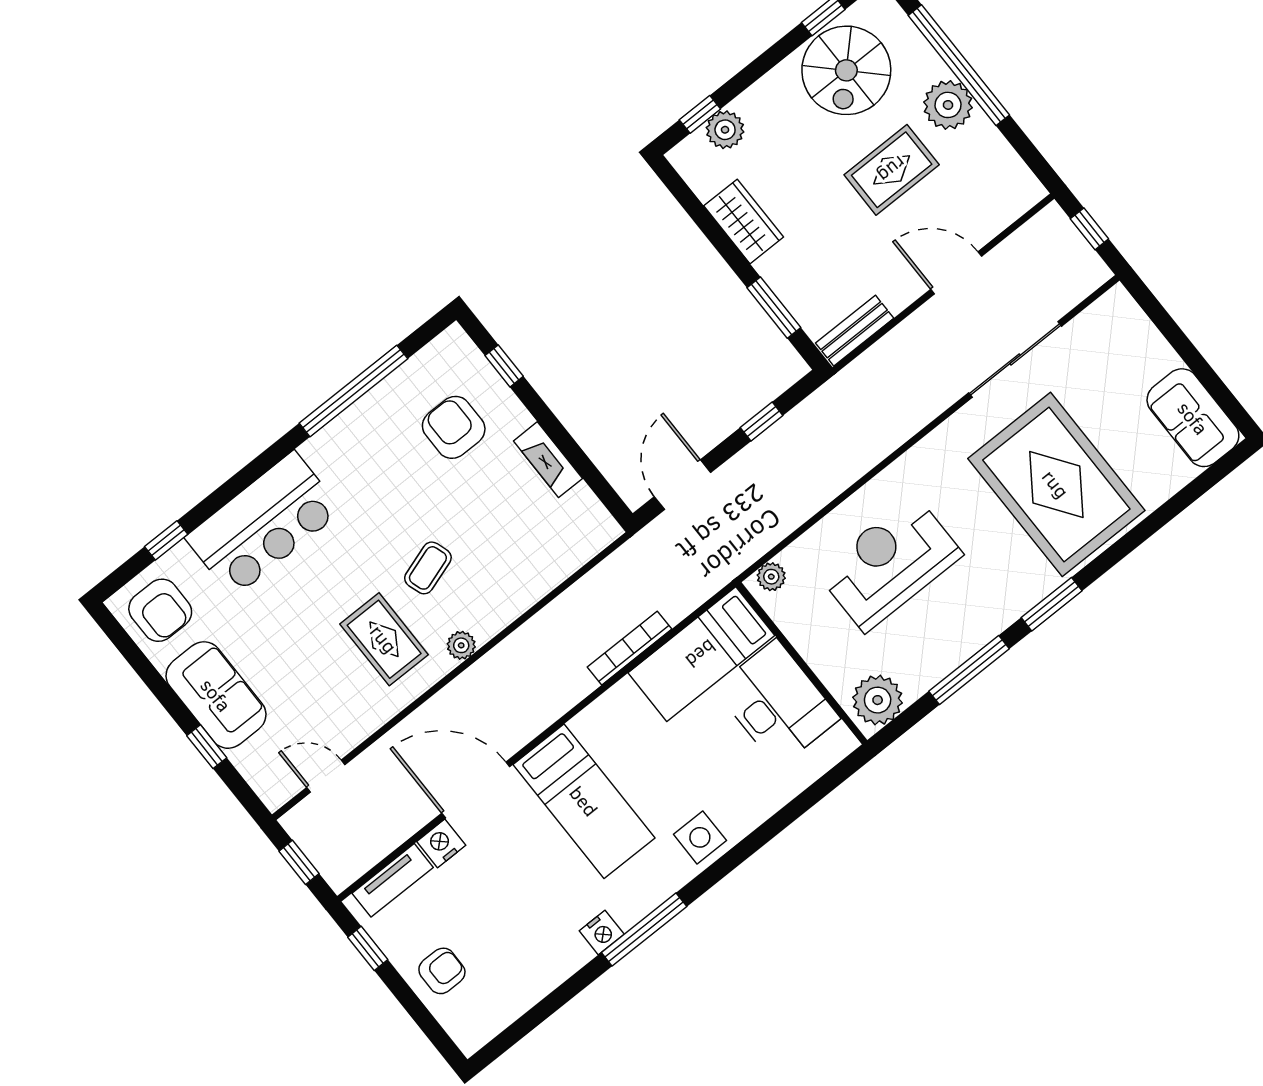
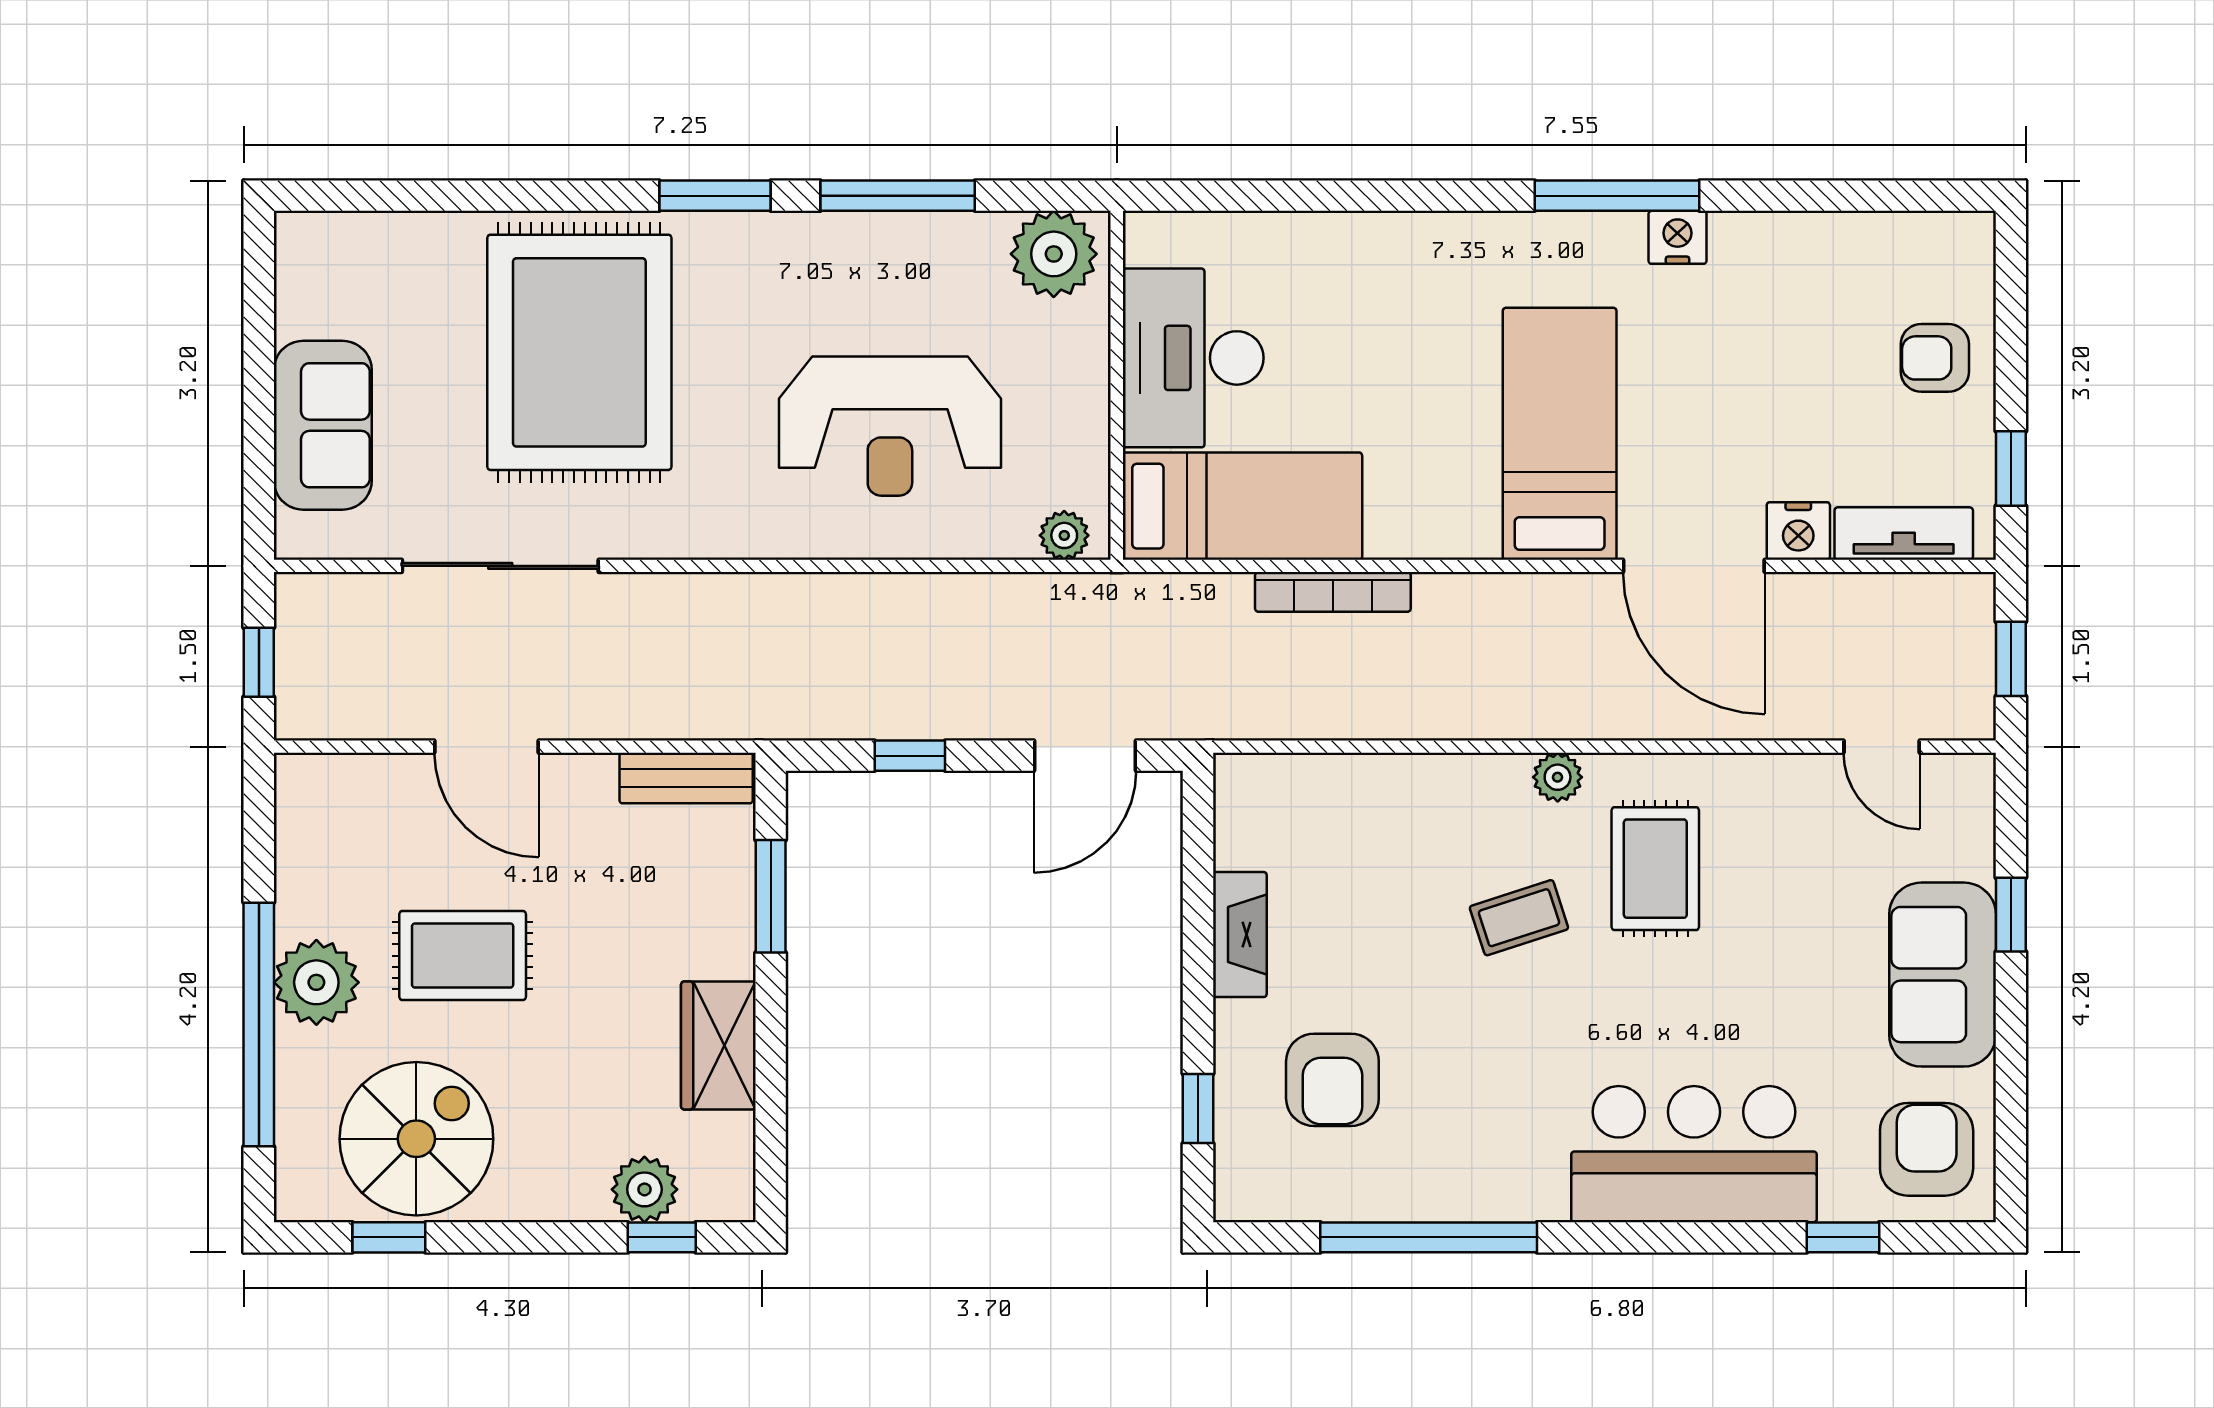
sofa: (1193, 418) -> (323, 425), moved
side table: (700, 837) -> (1442, 260), removed

